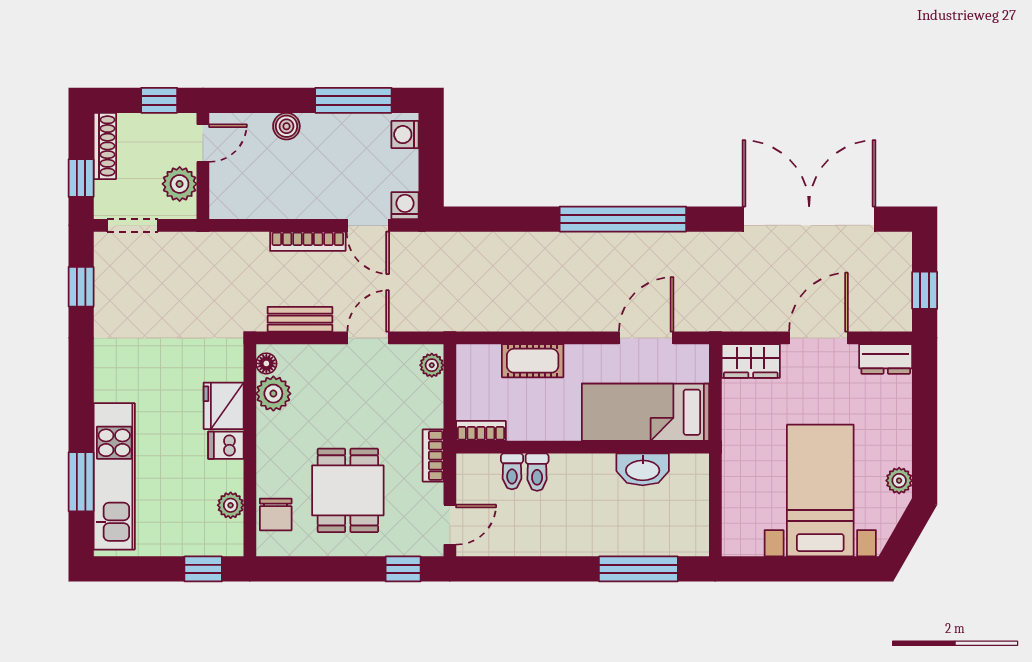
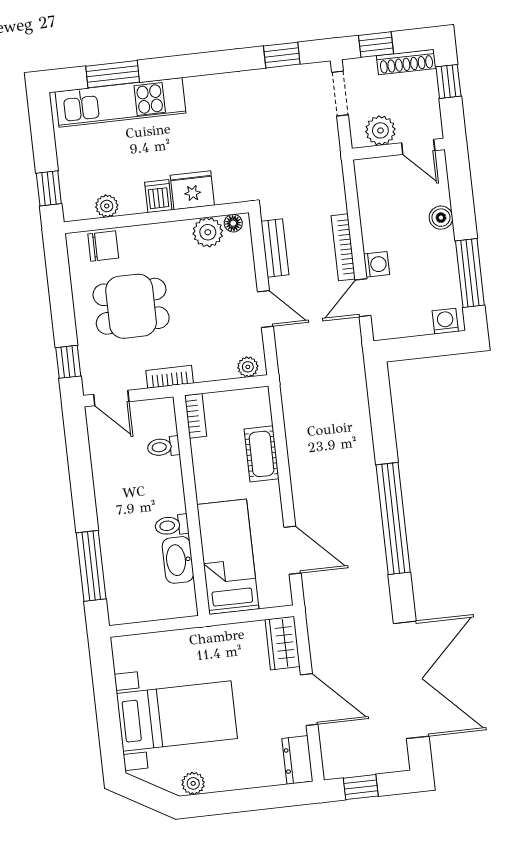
window: (159, 100) -> (448, 81), moved
washing machine: (405, 206) -> (377, 264), moved
toilet: (537, 472) -> (172, 525), moved
chair: (276, 514) -> (103, 246), turned 180

